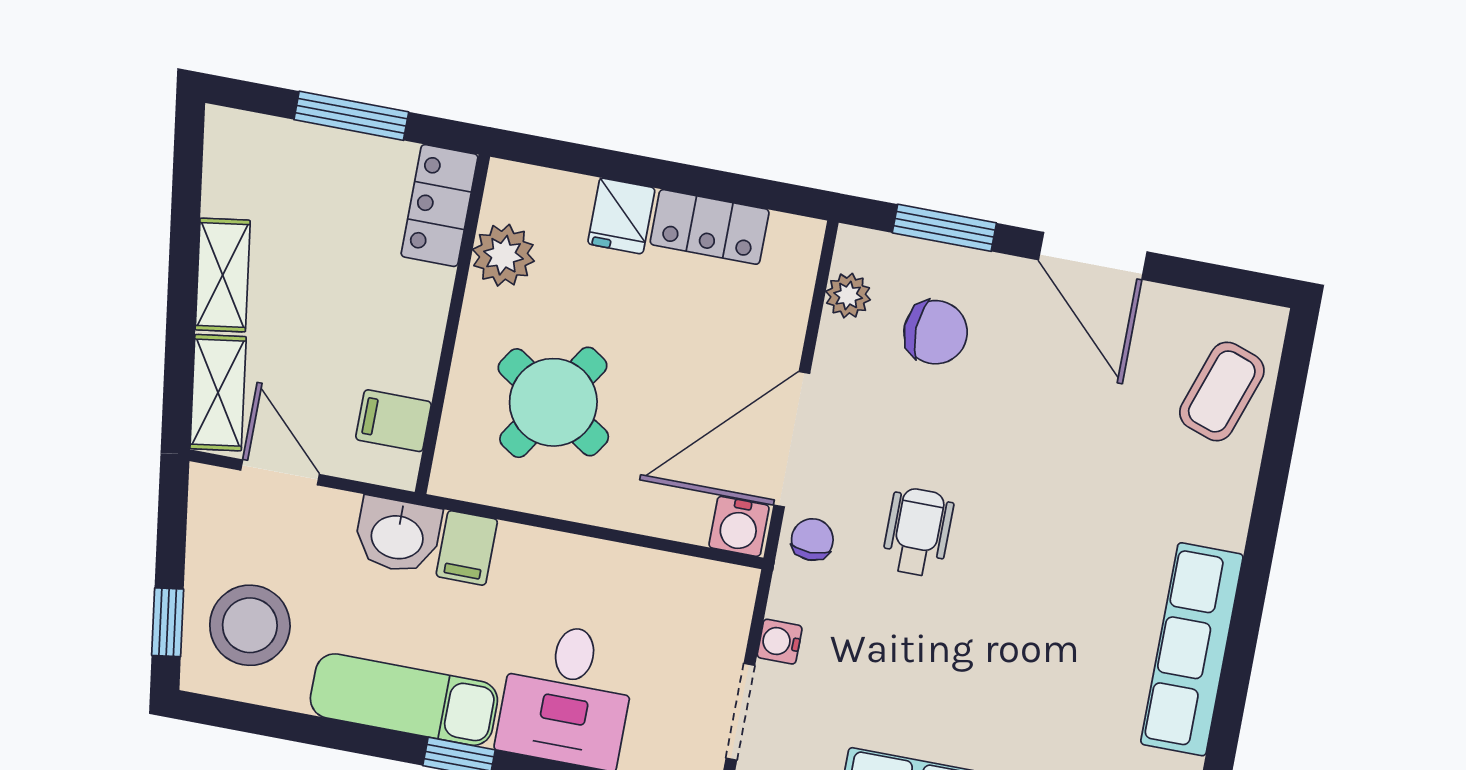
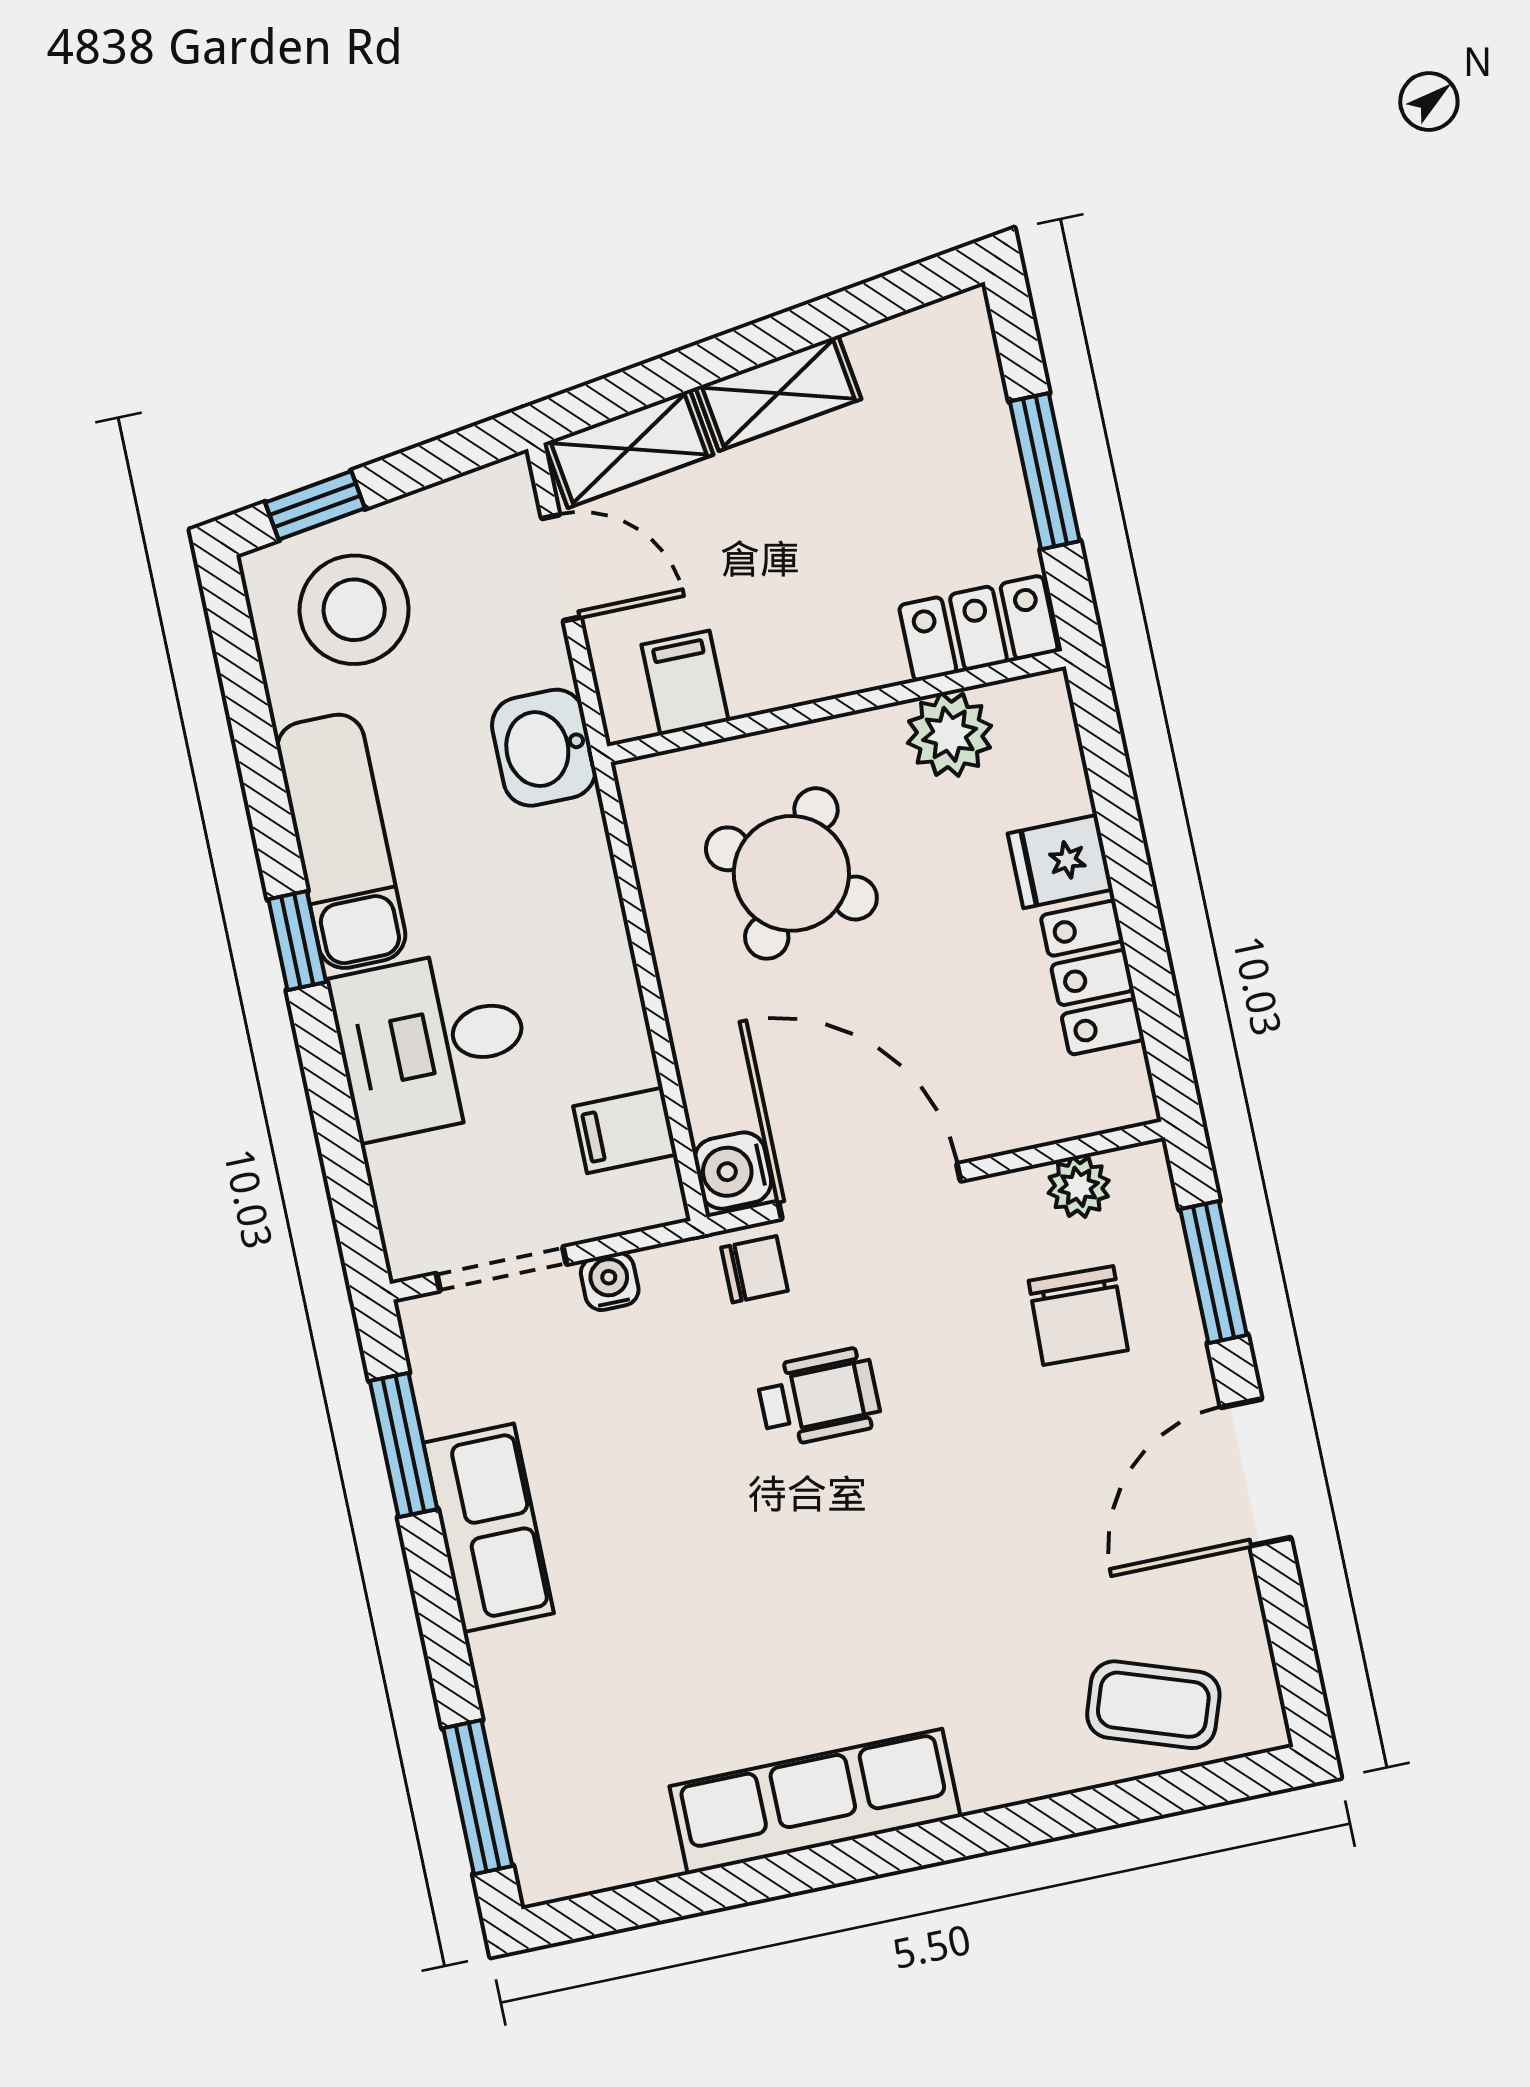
door: (280, 472) -> (561, 568), hinge flipped
filing cabinet: (467, 548) -> (625, 1130), moved

